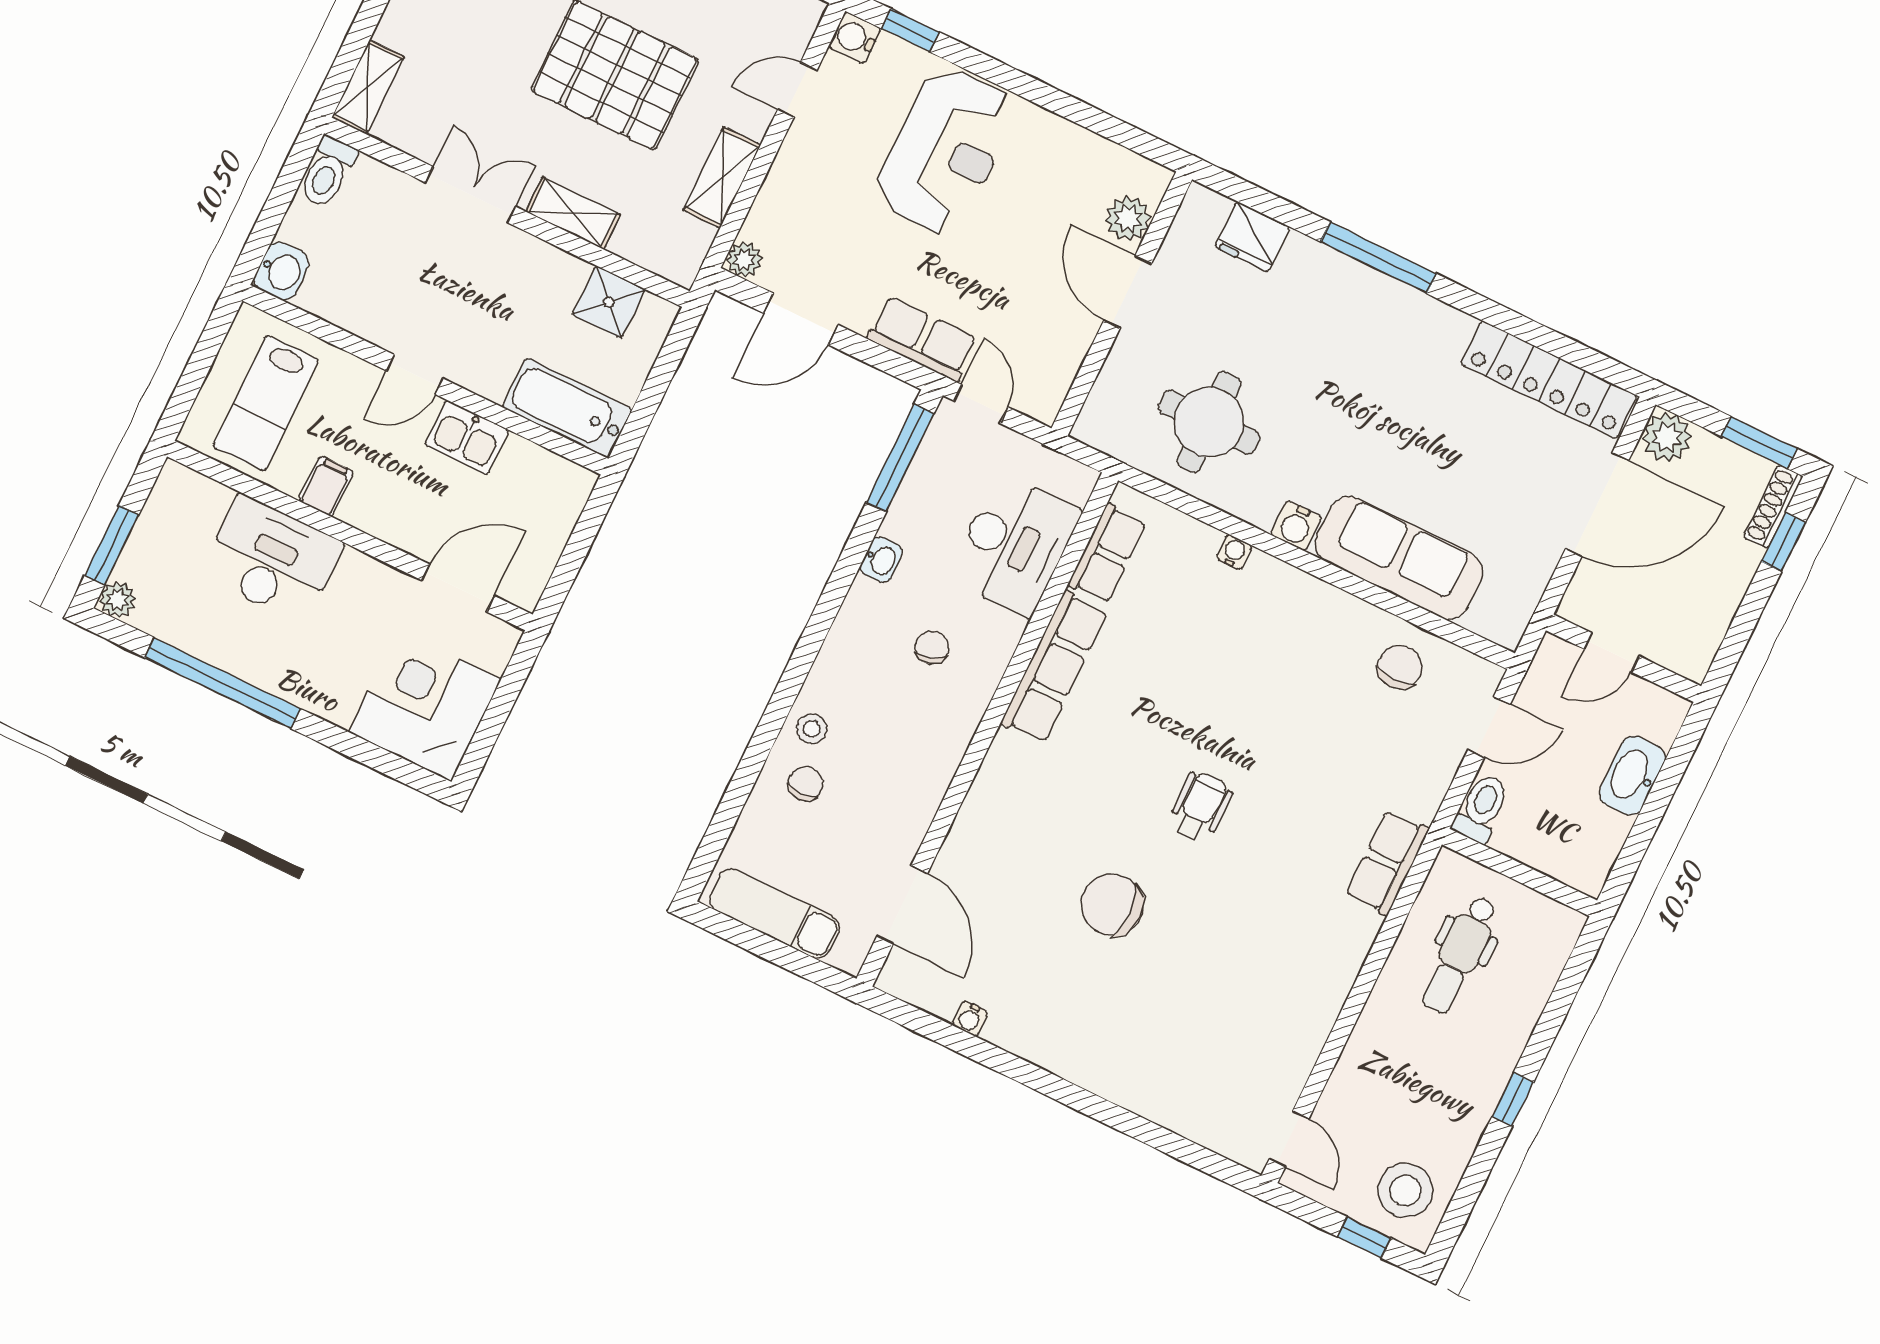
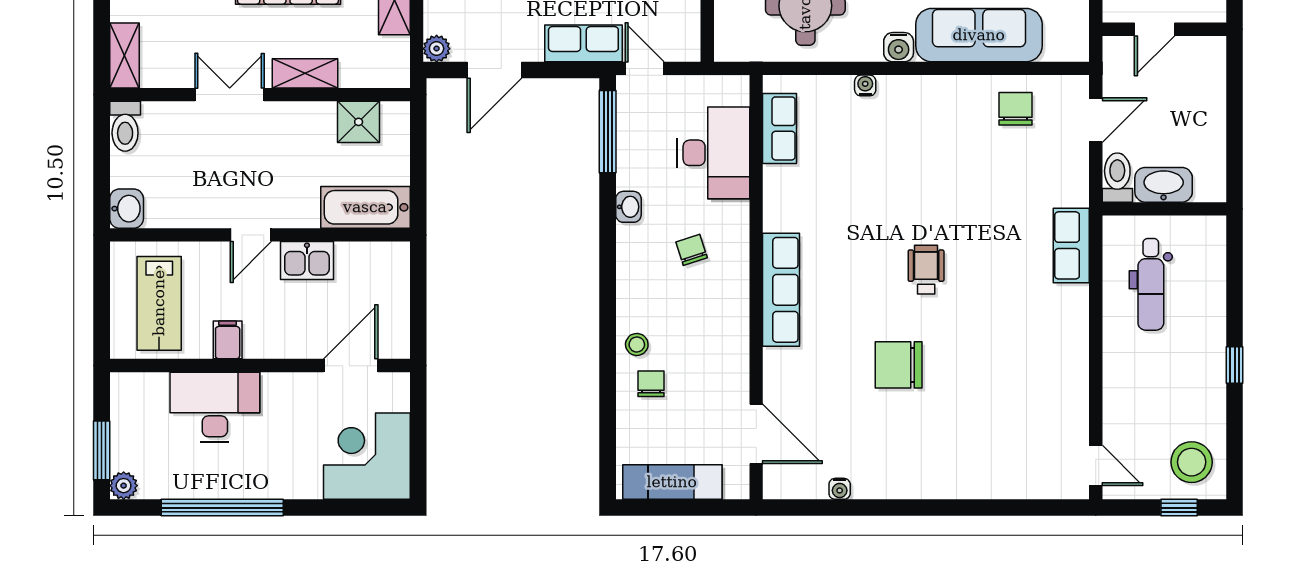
row of seats: (1054, 667) -> (781, 290), moved
washbasin: (1632, 776) -> (1164, 185), moved, turned 90

